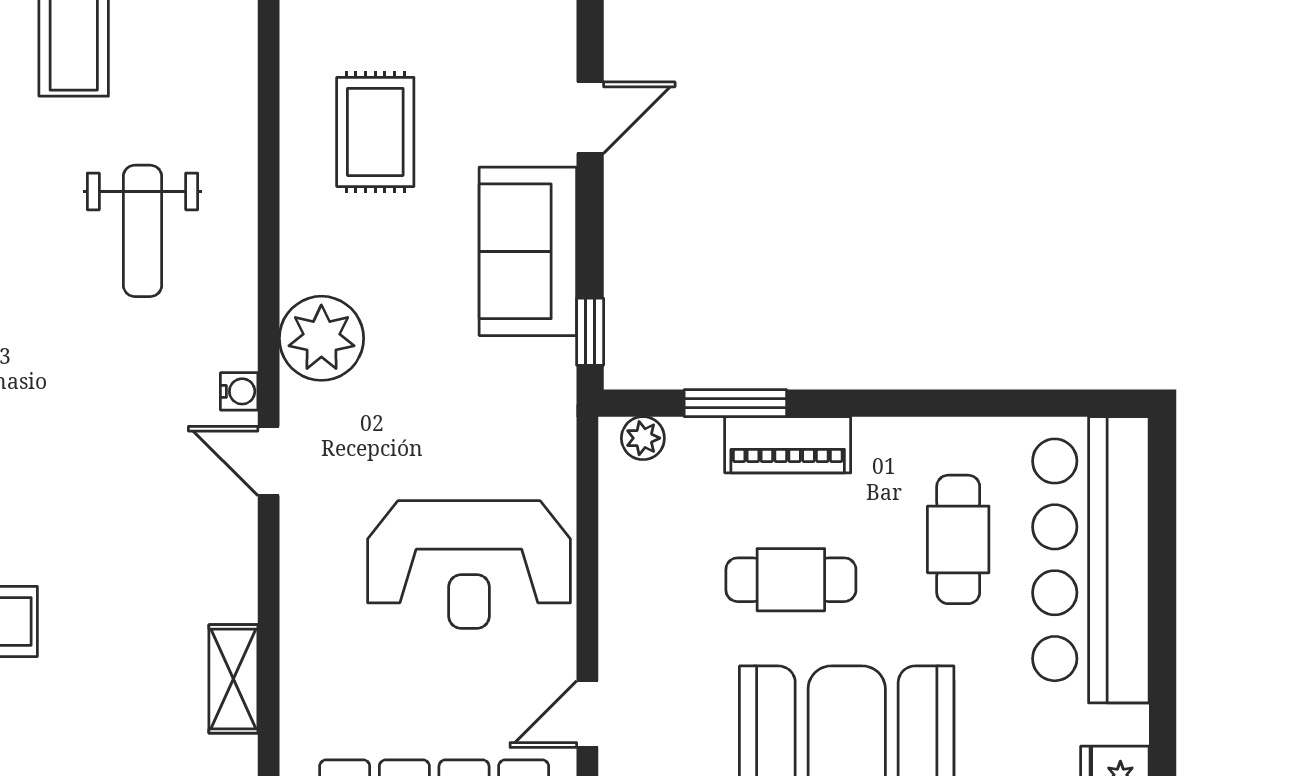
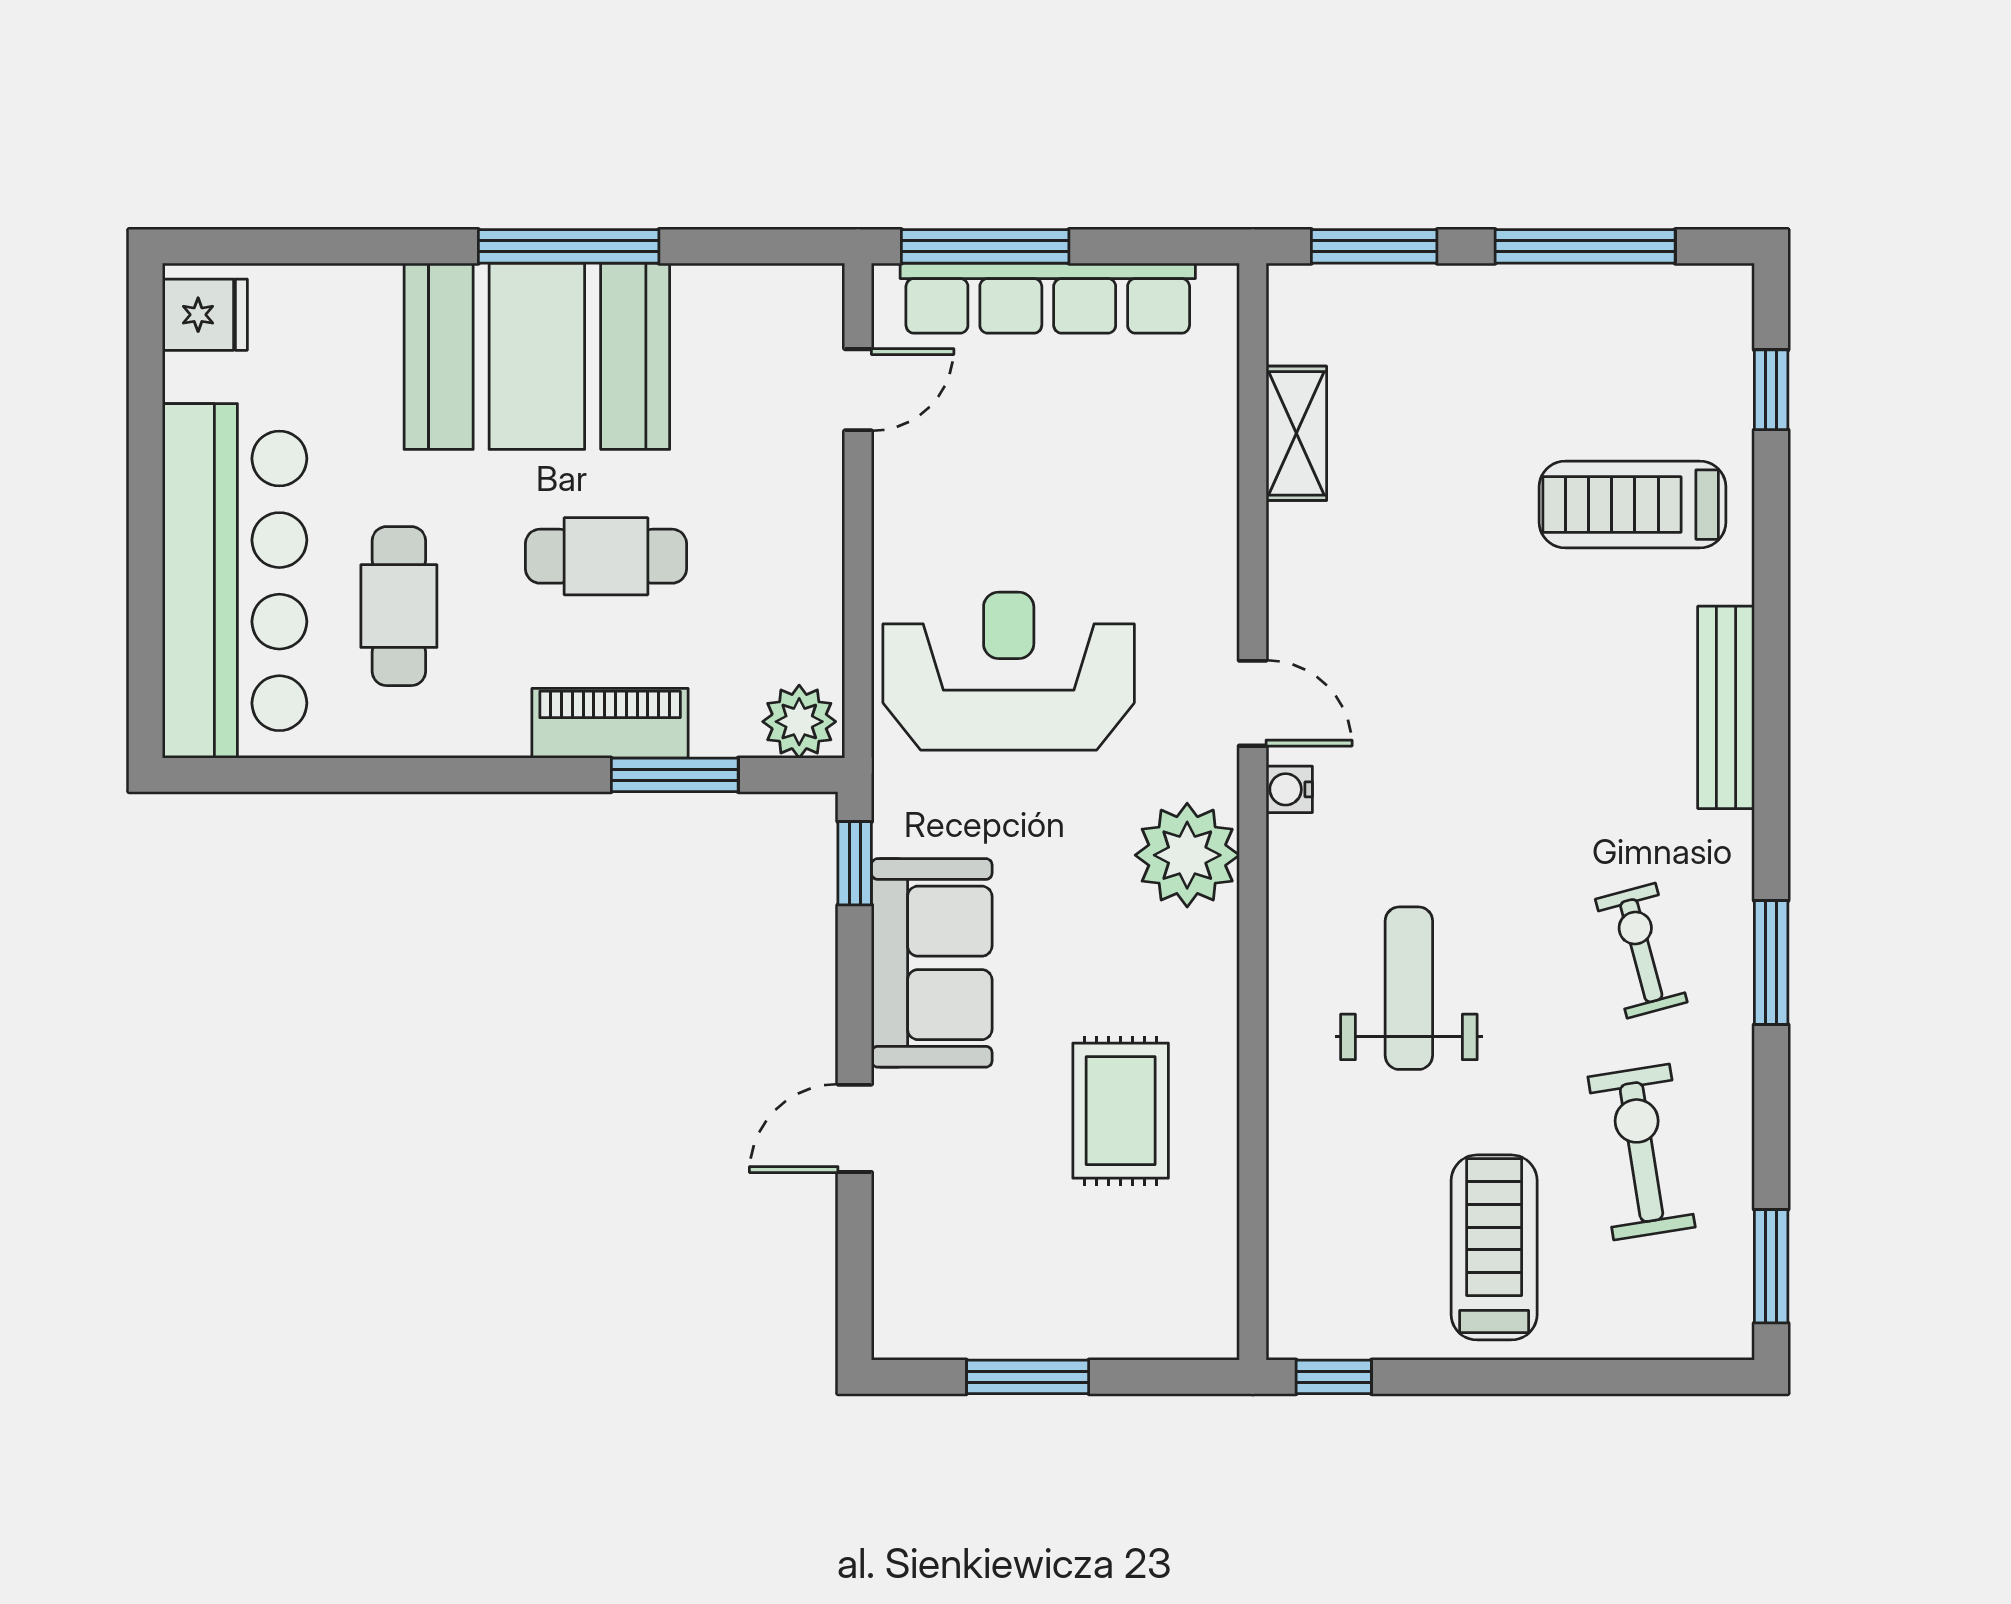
plant: (643, 438) -> (799, 722), width x1.38, depth x1.38
reception desk: (469, 564) -> (1009, 671), moved

